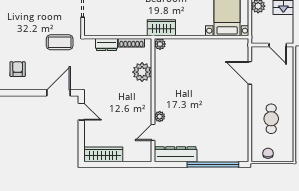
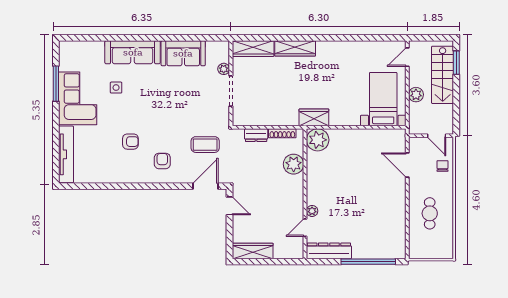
coffee table: (60, 42) -> (205, 145), moved
plant: (160, 44) -> (318, 140), width x1.88, depth x1.88
chair: (268, 153) -> (442, 166), moved

